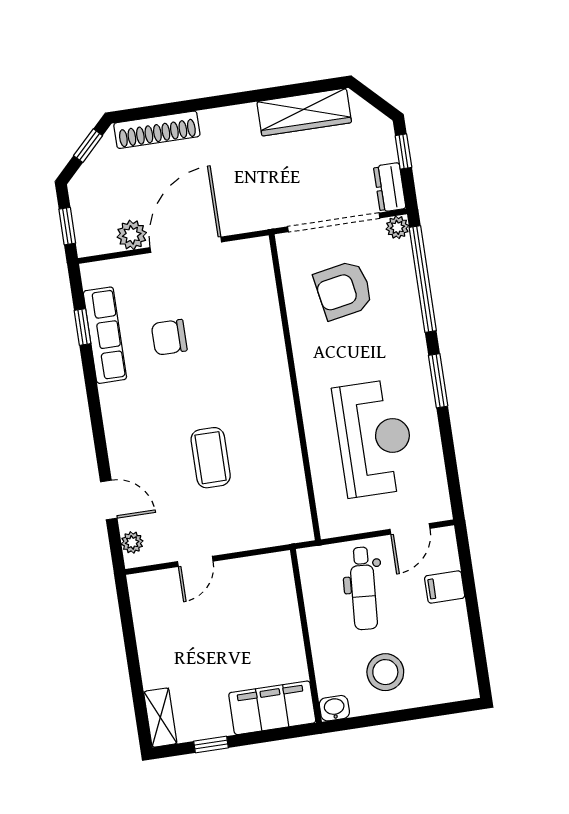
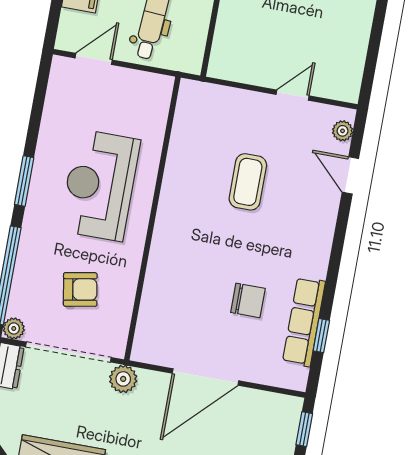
plant: (132, 235) -> (123, 379), moved
armchair: (343, 290) -> (80, 289), width x0.72, depth x0.72
reception desk: (374, 438) -> (100, 185), moved

